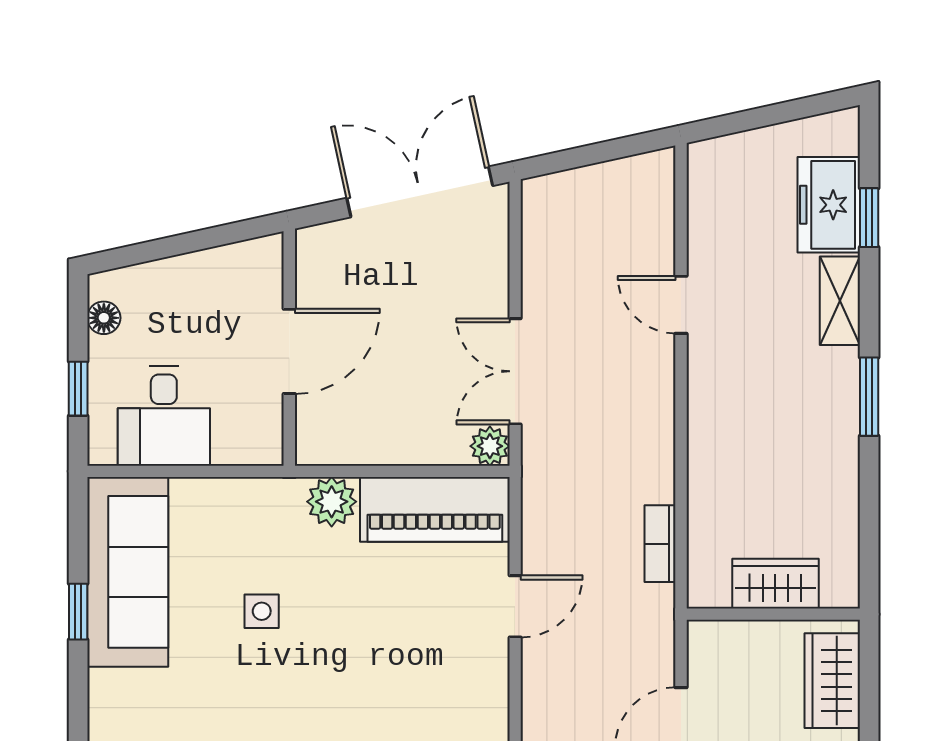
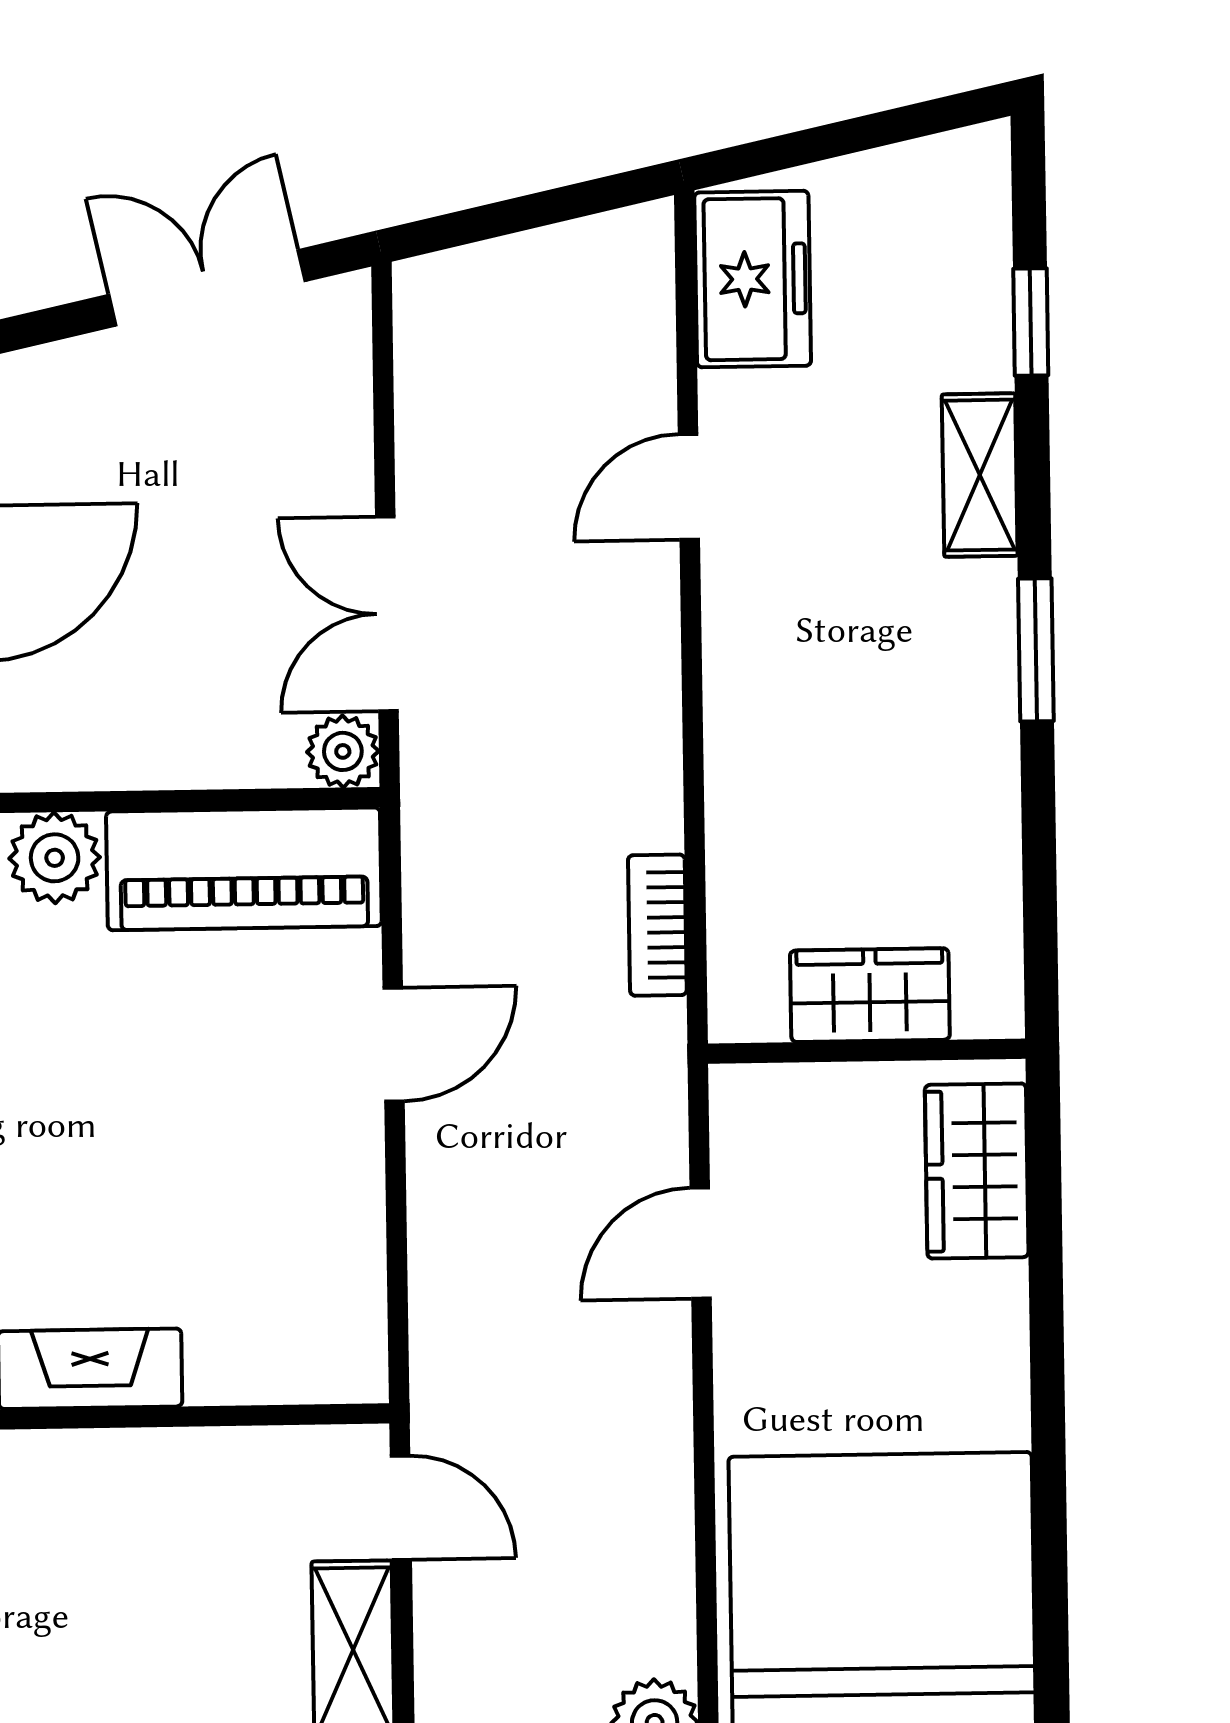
double door: (420, 192) -> (207, 288), width x0.73
freezer: (829, 205) -> (753, 279), moved, turned 180
door: (681, 305) -> (689, 487), hinge flipped

